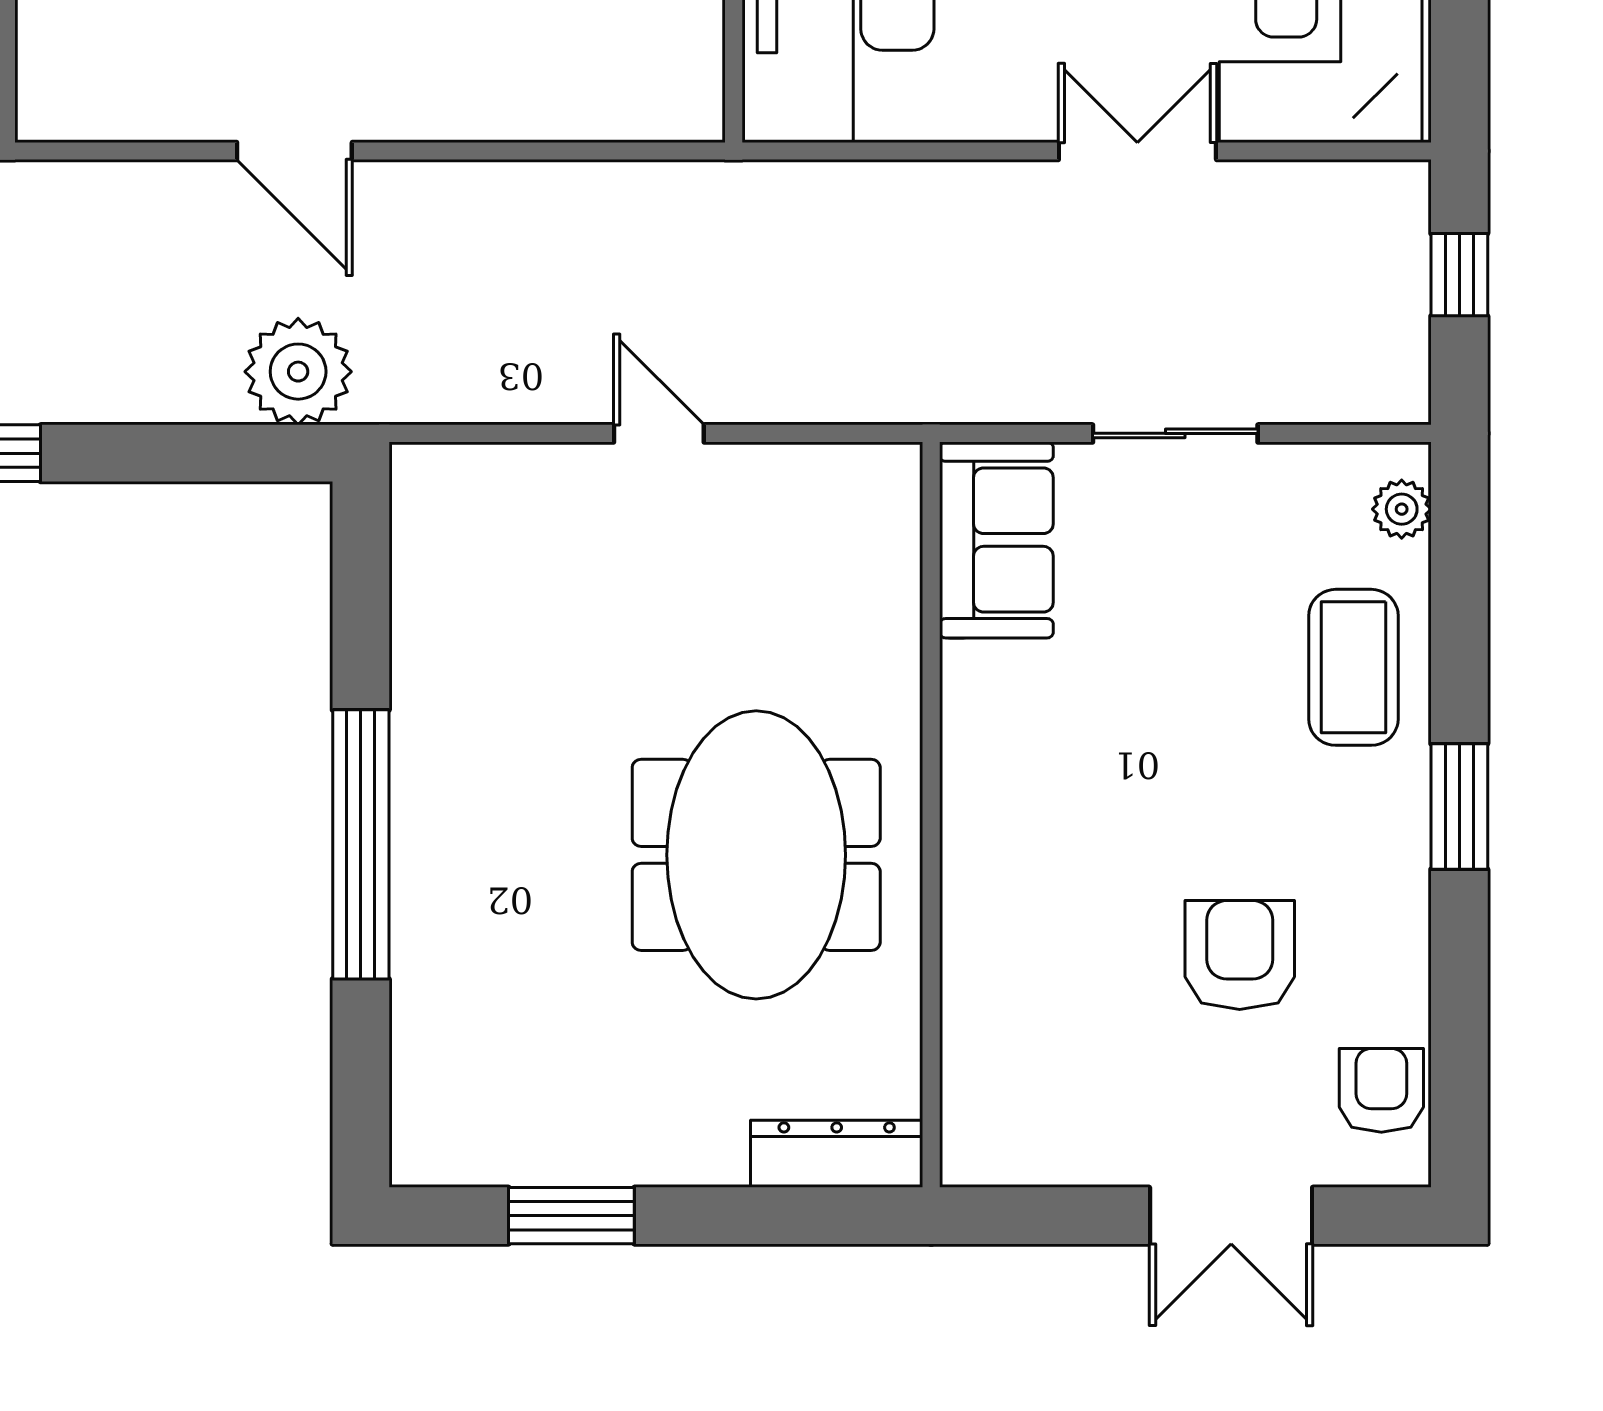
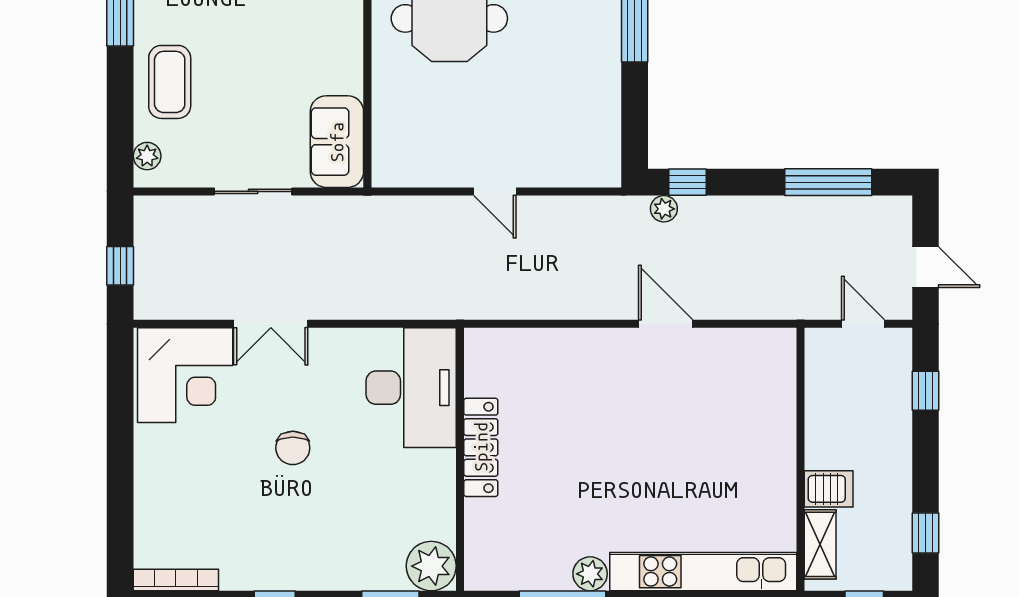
plant: (298, 372) -> (664, 209), width x0.53, depth x0.53
window: (248, 453) -> (688, 182), added

